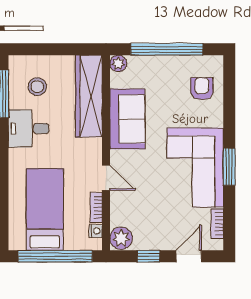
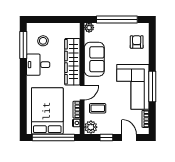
wardrobe: (89, 96) -> (72, 62), moved
window: (229, 167) -> (152, 86), width x1.44
door: (106, 178) -> (82, 93), hinge flipped
coffee table: (133, 205) -> (98, 108), added
bed: (45, 210) -> (47, 111), width x1.50
door: (189, 256) -> (129, 137), hinge flipped

